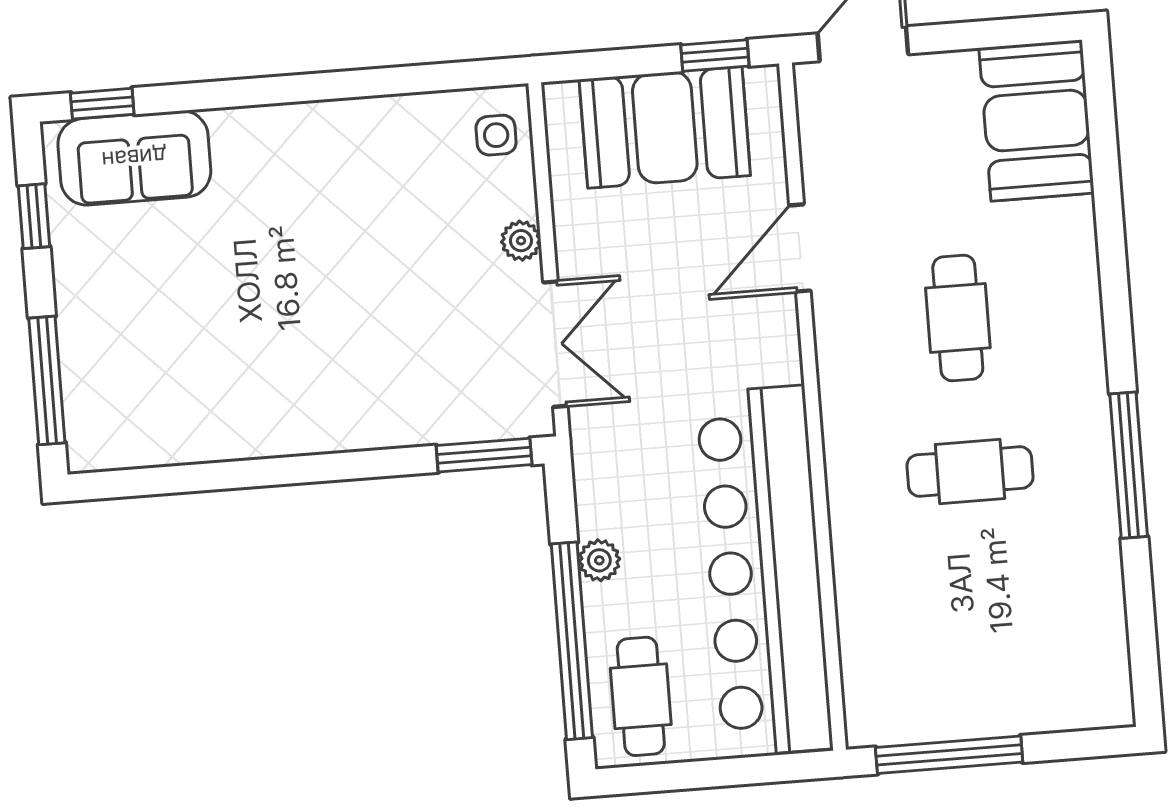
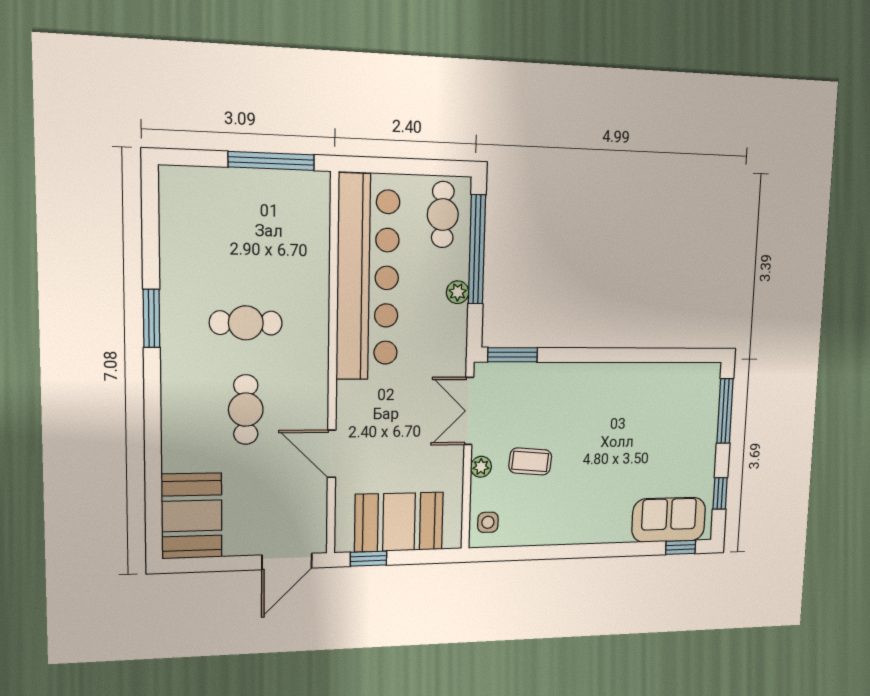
door: (800, 248) -> (332, 454), swing flipped
coffee table: (427, 257) -> (530, 461), added
window: (1129, 465) -> (151, 318), width x0.69

